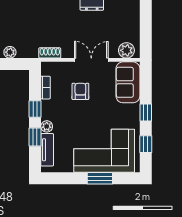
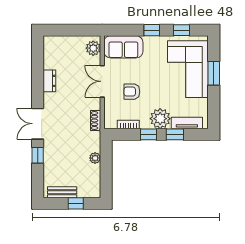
plant: (47, 126) -> (160, 119), width x1.88, depth x1.88

